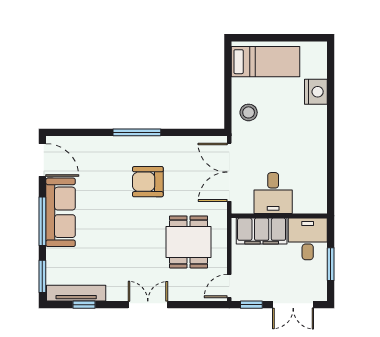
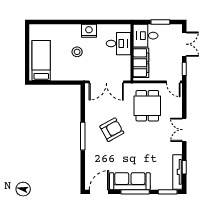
nightstand: (316, 92) -> (89, 31), moved
stool: (249, 112) -> (77, 52), moved
armchair: (148, 182) -> (112, 130), turned -119
desk: (273, 193) -> (119, 44), moved
dining table: (189, 242) -> (147, 106), turned 90

